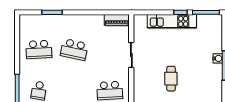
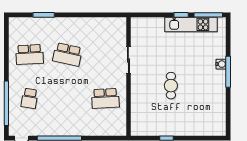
piano: (117, 20) -> (113, 23), removed
kitchen unit: (172, 21) -> (191, 24), moved

